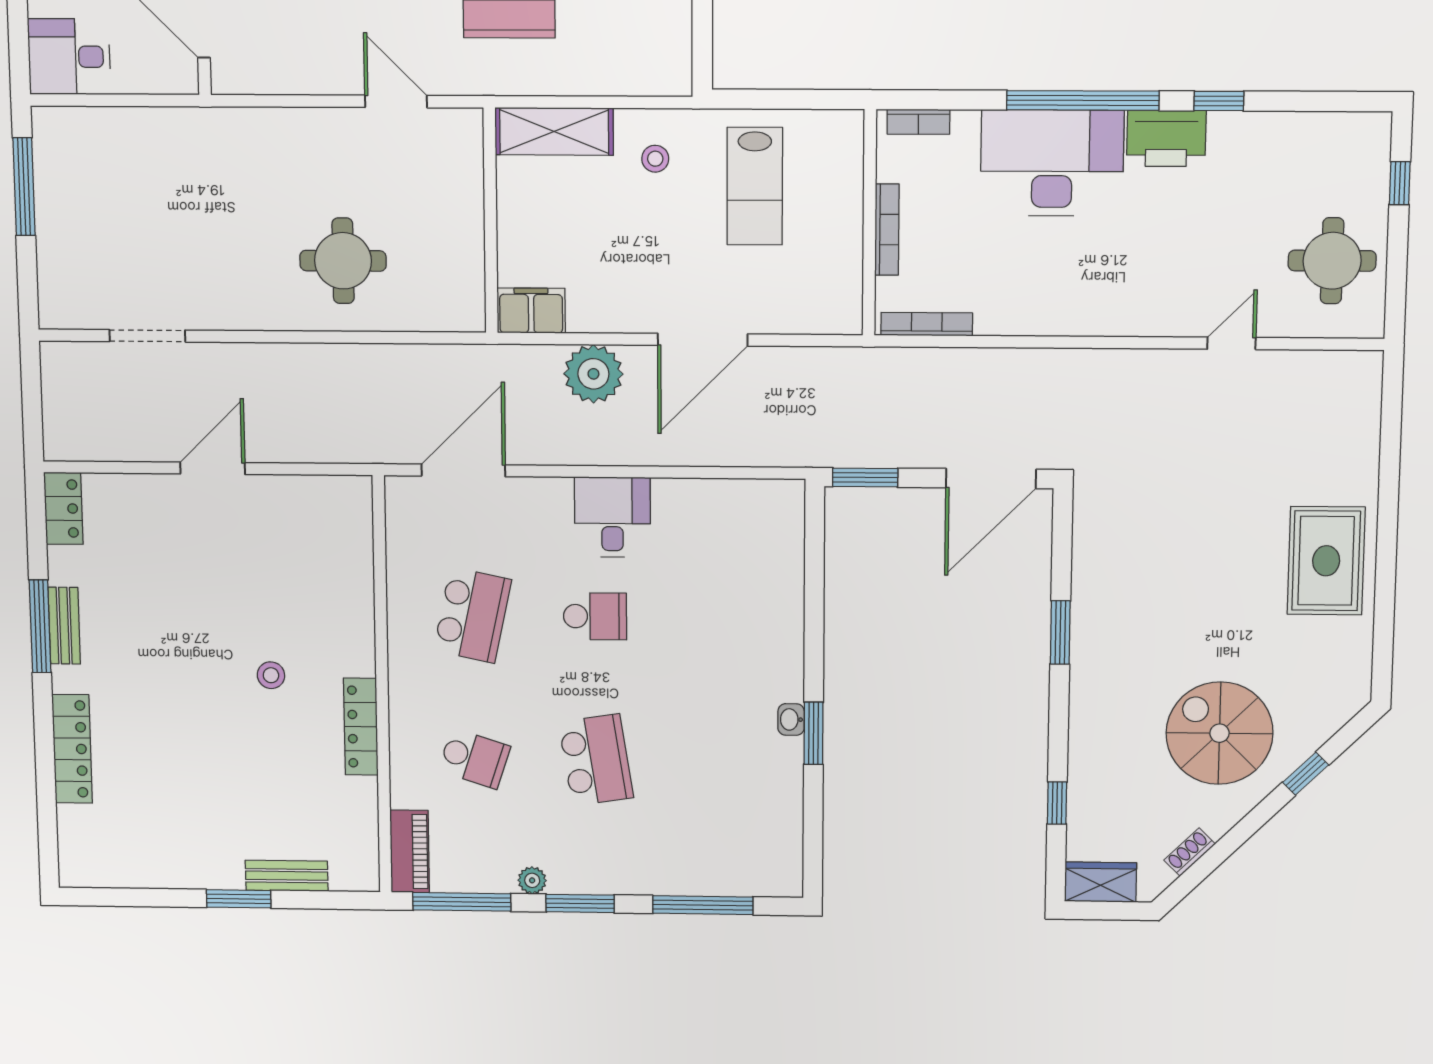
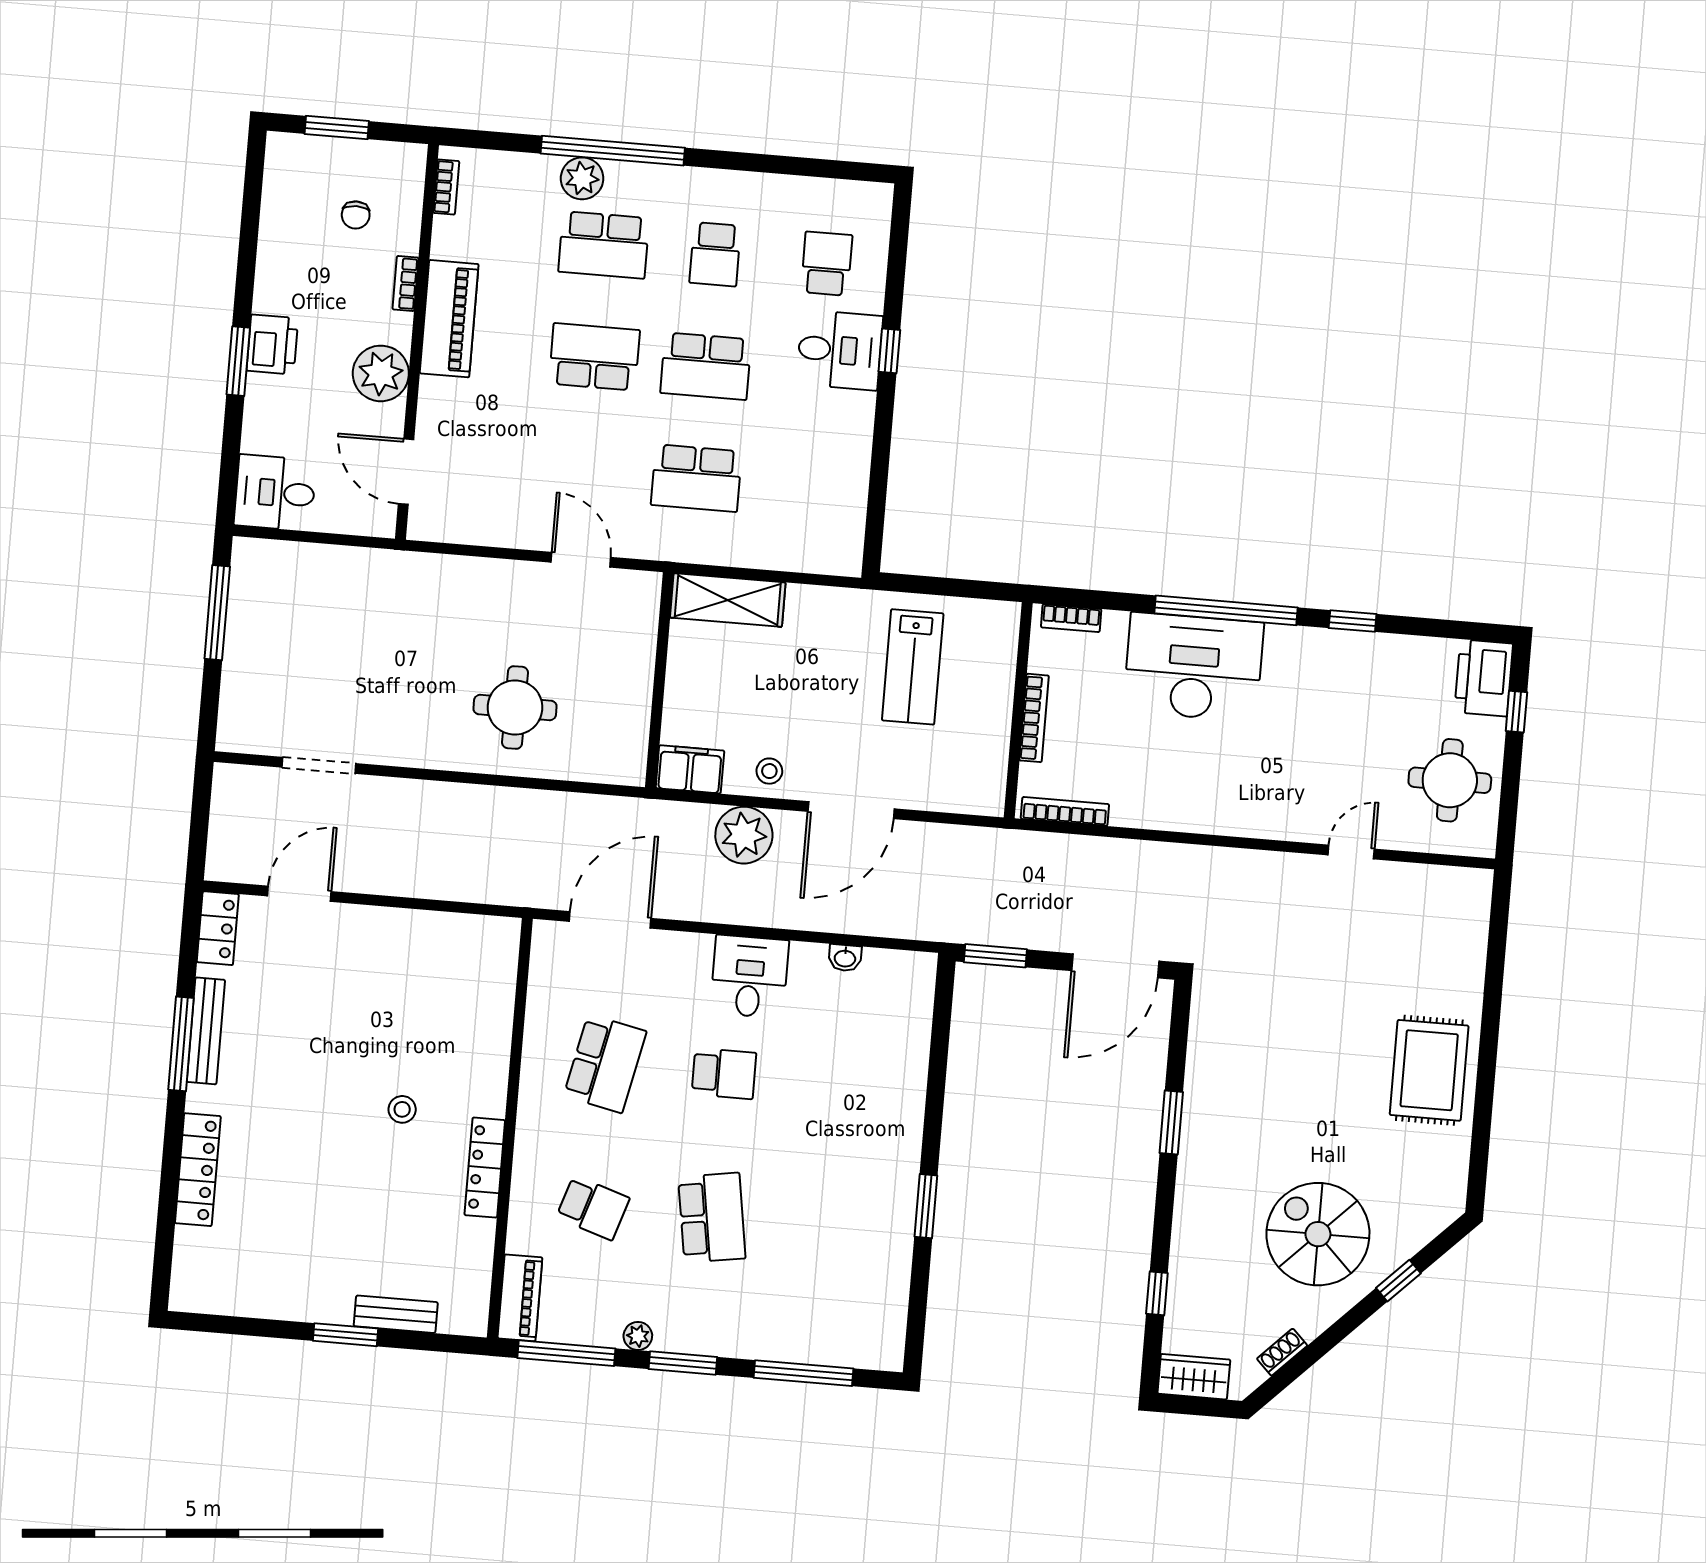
printer: (1166, 138) -> (1484, 678), moved, turned 90
stool: (655, 159) -> (769, 771), moved
door: (213, 468) -> (299, 894), moved
bench: (64, 626) -> (206, 1031), width x1.36
washbasin: (791, 719) -> (845, 958), moved, turned -90

